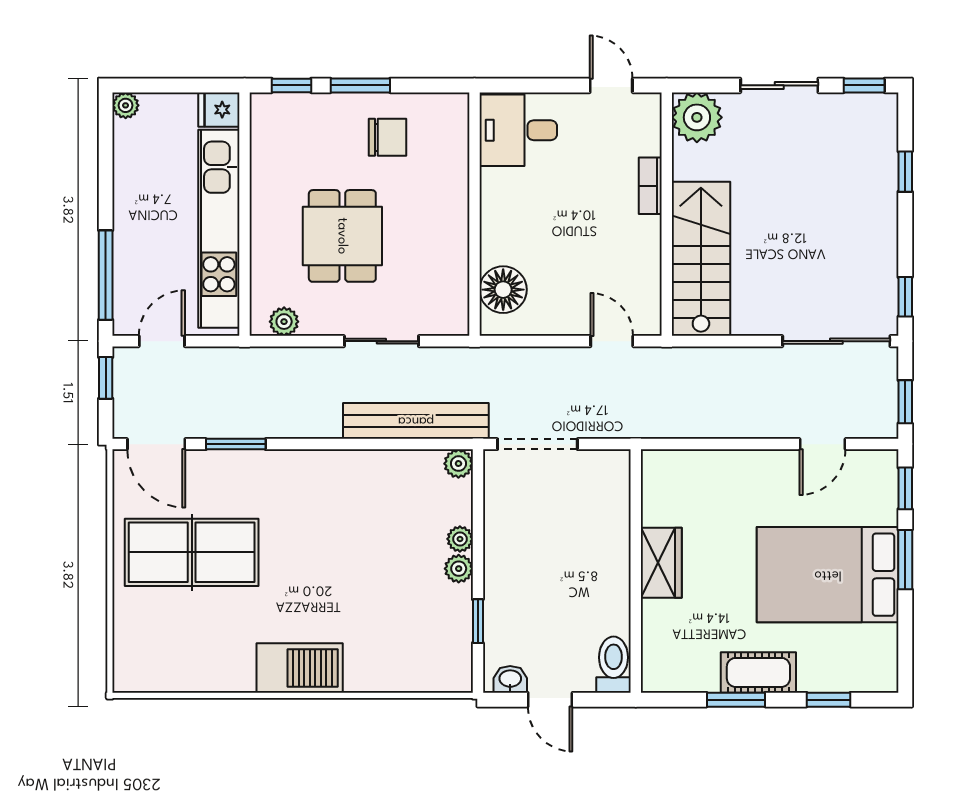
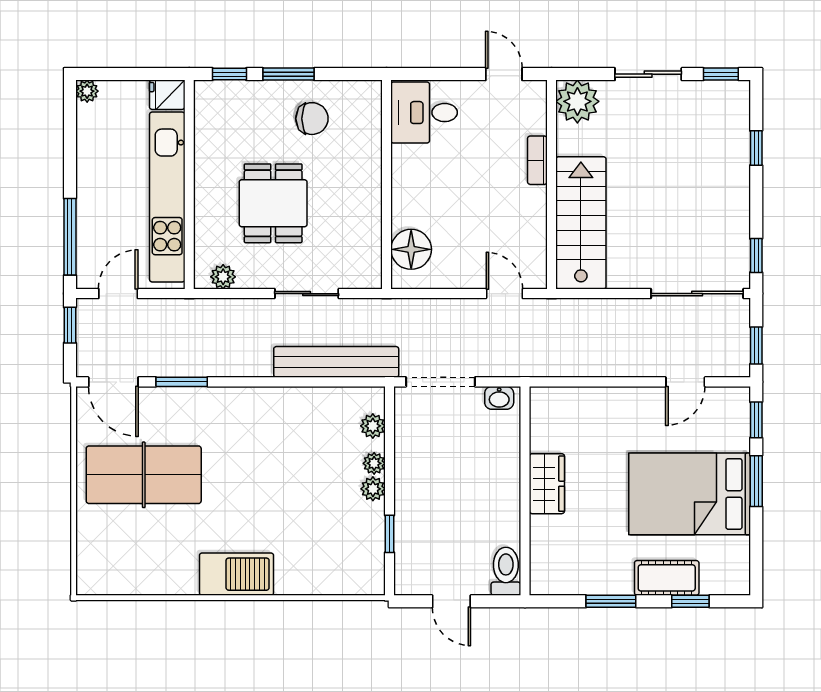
plant: (458, 464) -> (373, 426), moved
cot: (758, 672) -> (667, 578), moved
washbasin: (510, 679) -> (499, 398), moved, turned 180

